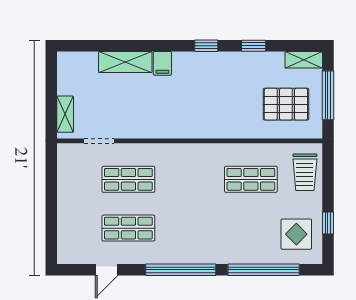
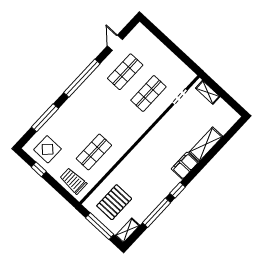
window: (254, 46) -> (156, 213), width x2.17
filing cabinet: (162, 63) -> (185, 166), width x2.00
window: (264, 270) -> (45, 118), width x0.68

